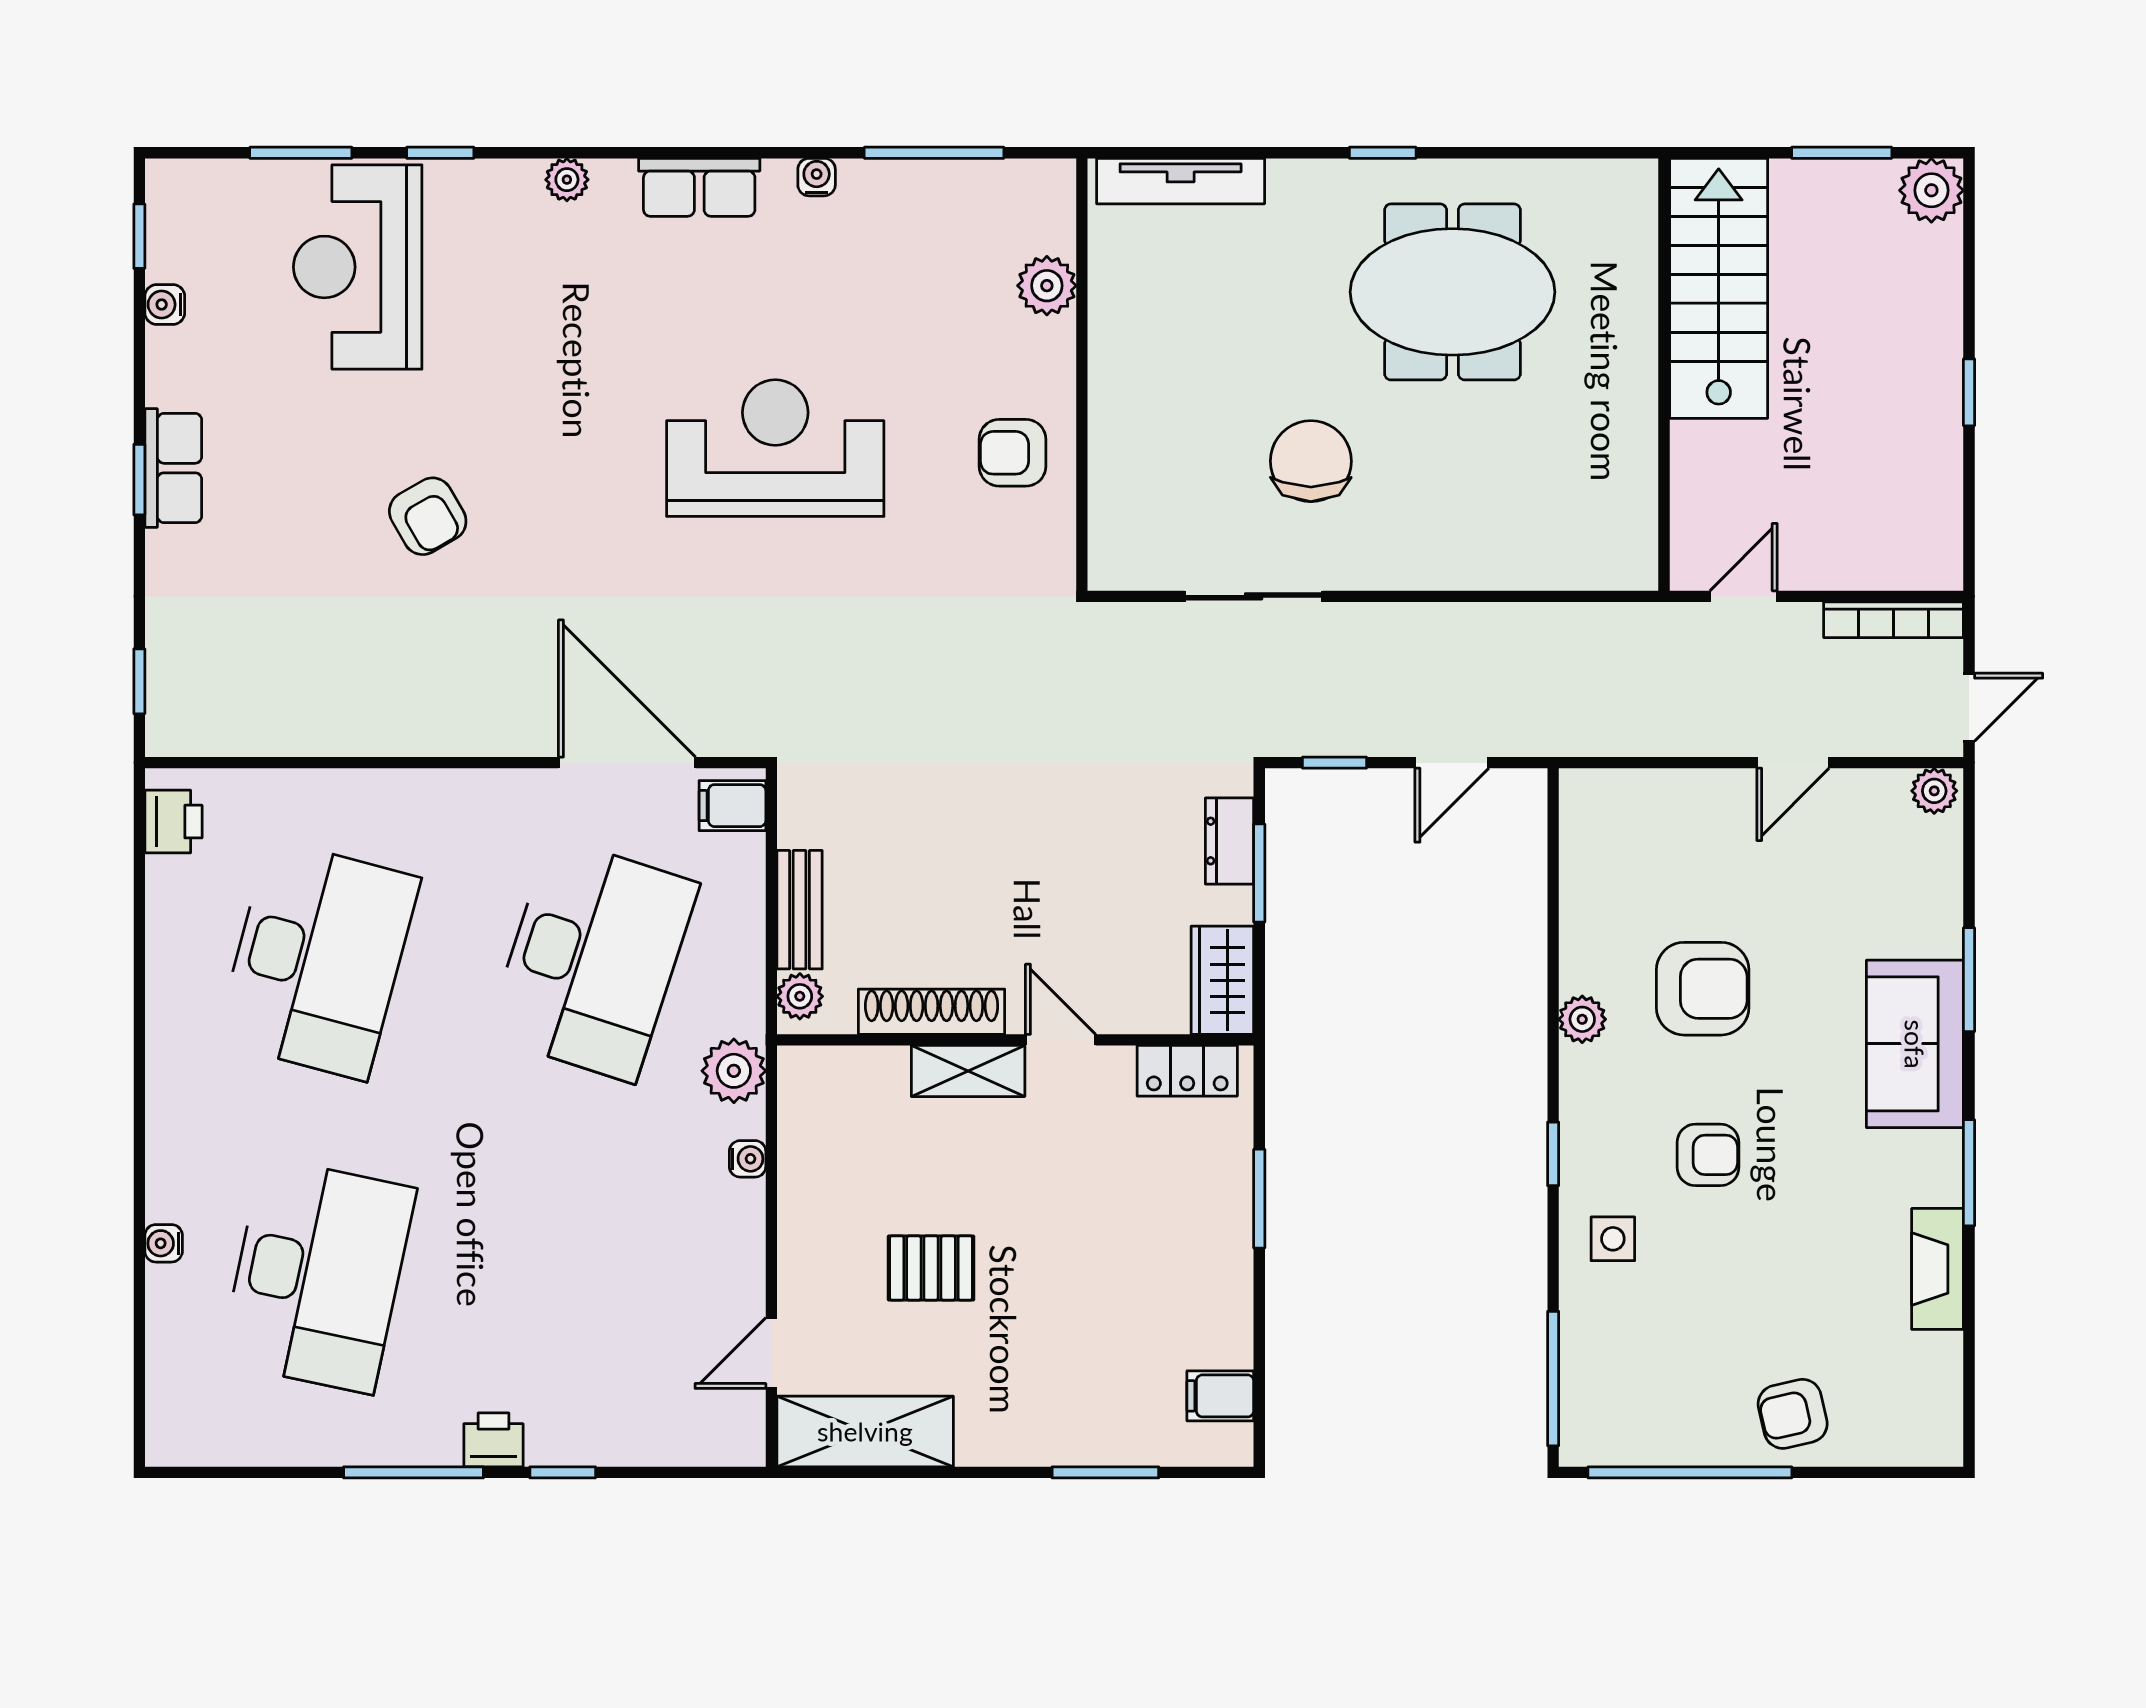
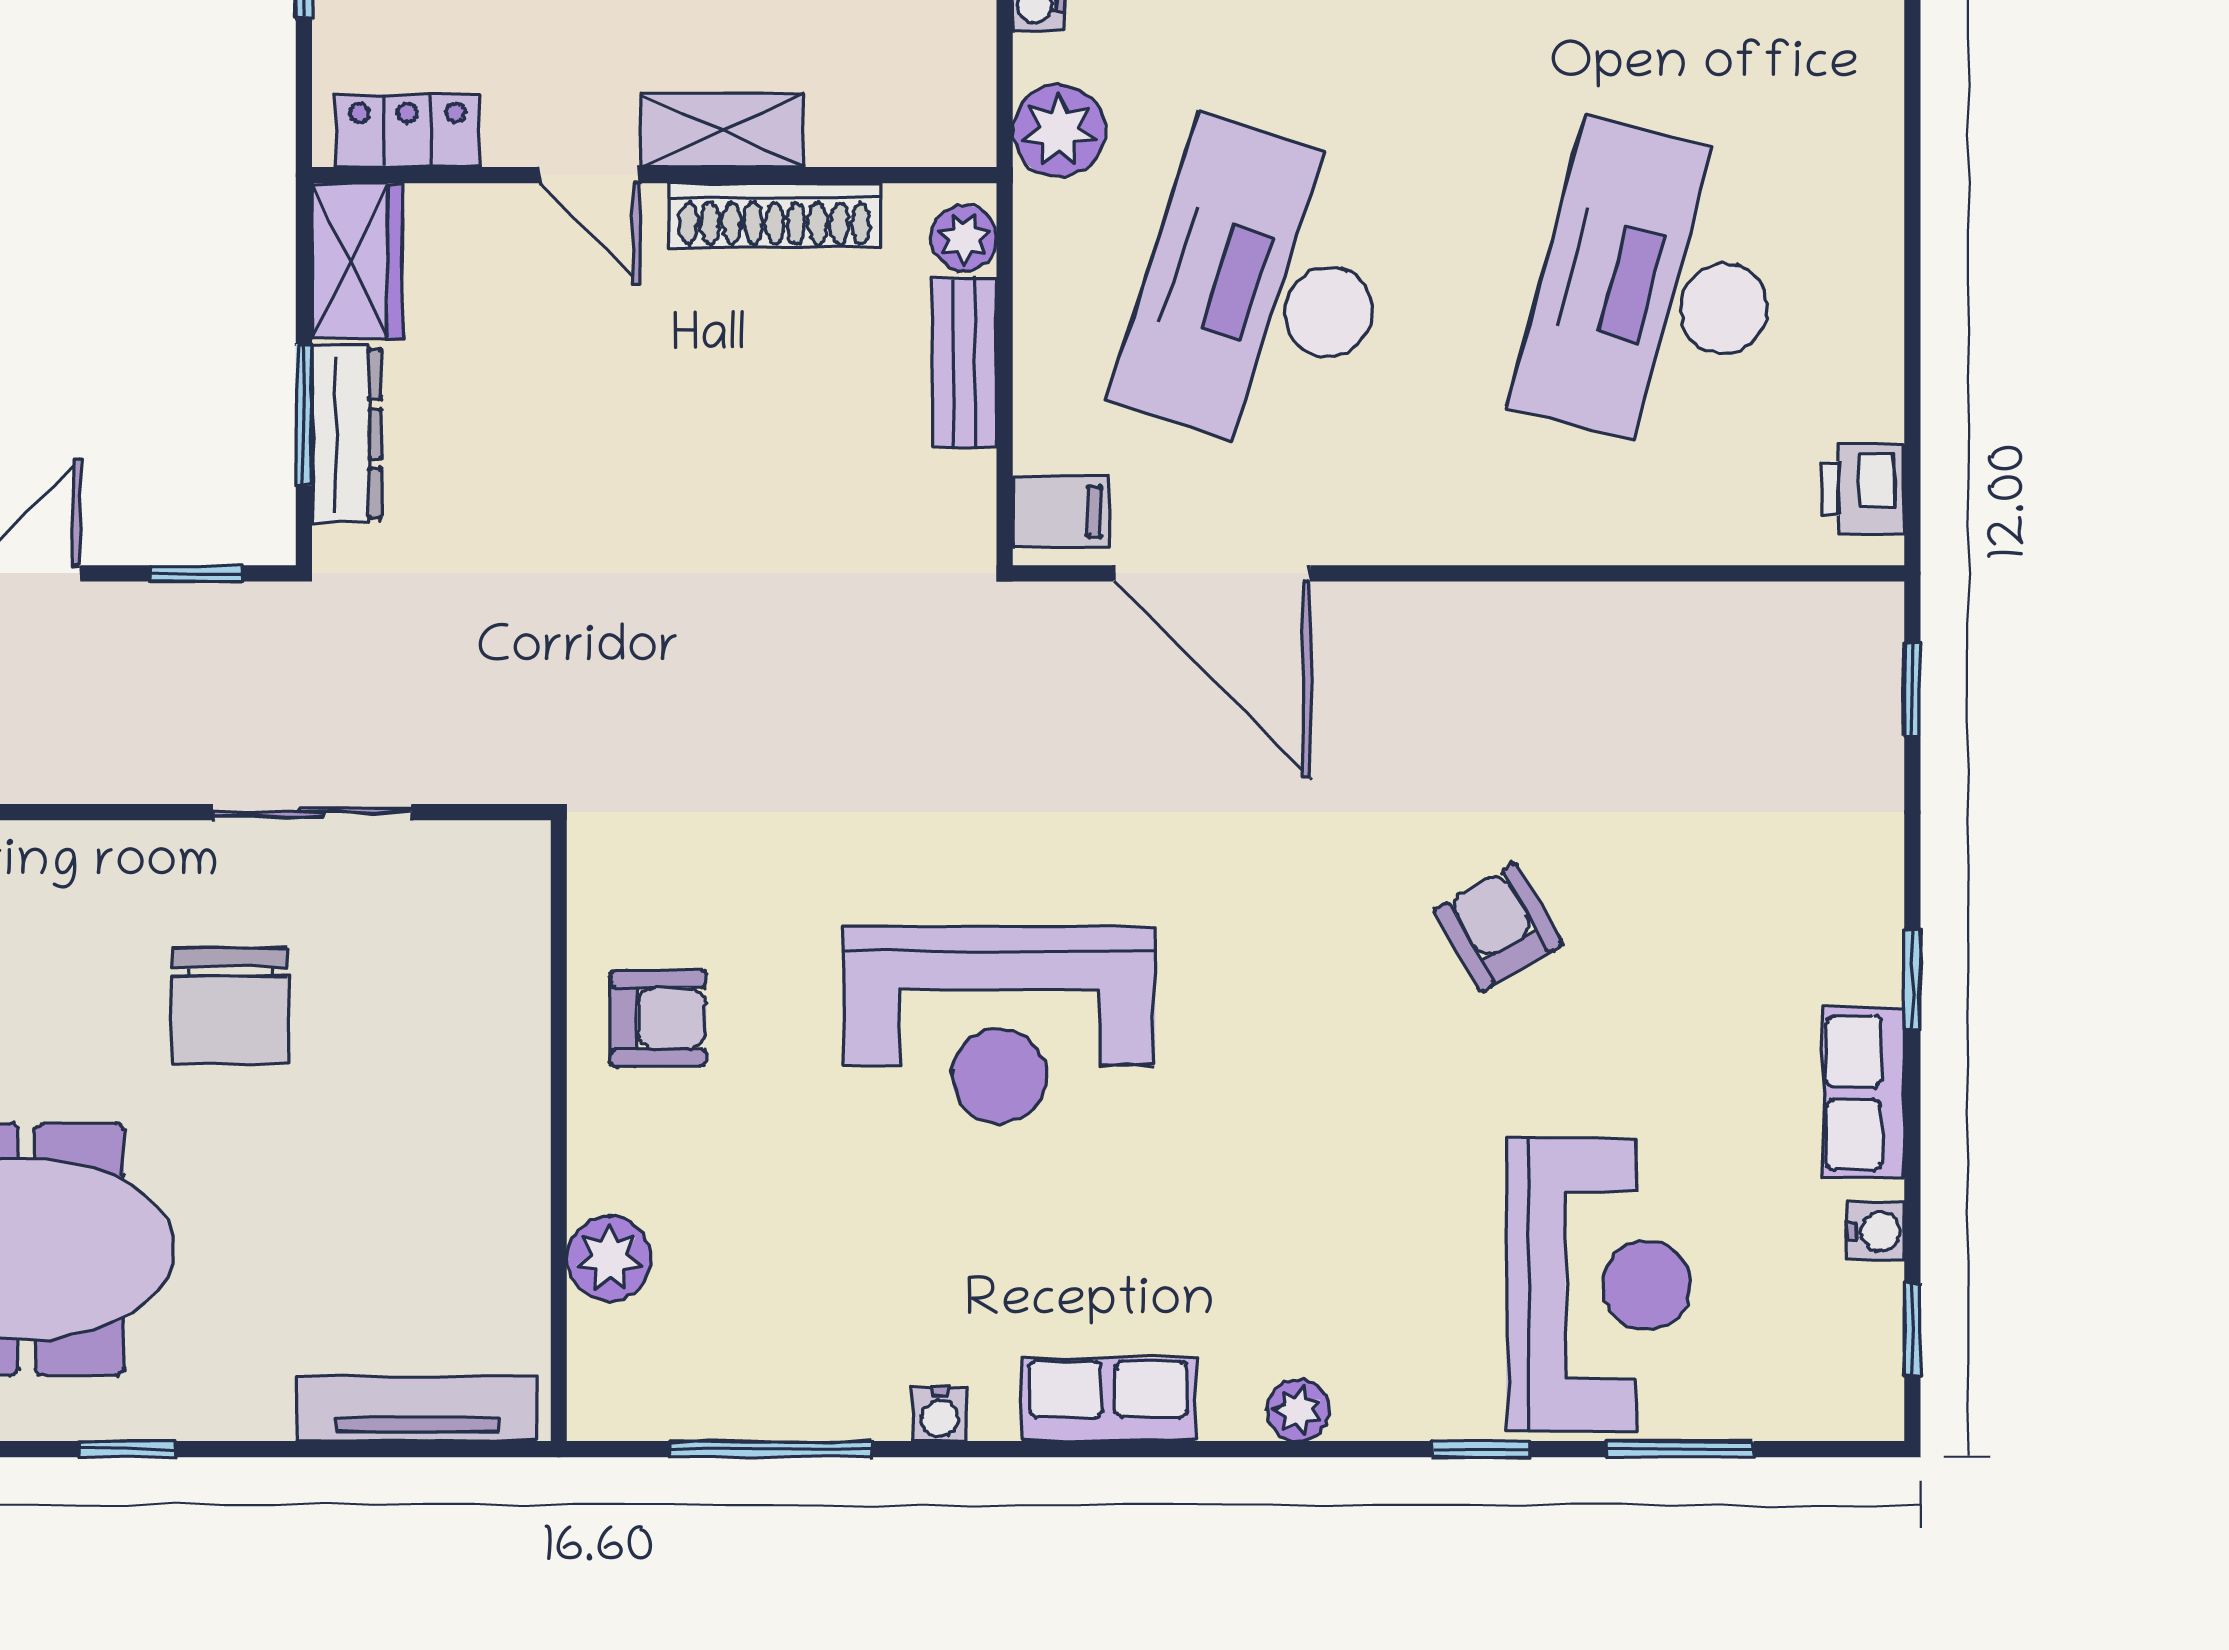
row of seats: (173, 468) -> (1864, 1093), moved
dresser: (1230, 841) -> (347, 434), width x1.44

